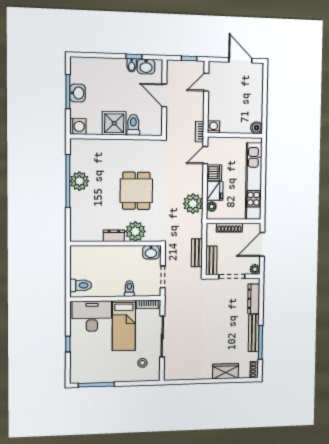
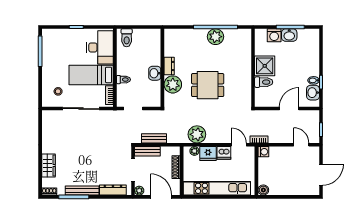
washing machine: (78, 126) -> (274, 35), moved
washbasin: (151, 252) -> (155, 73), moved

